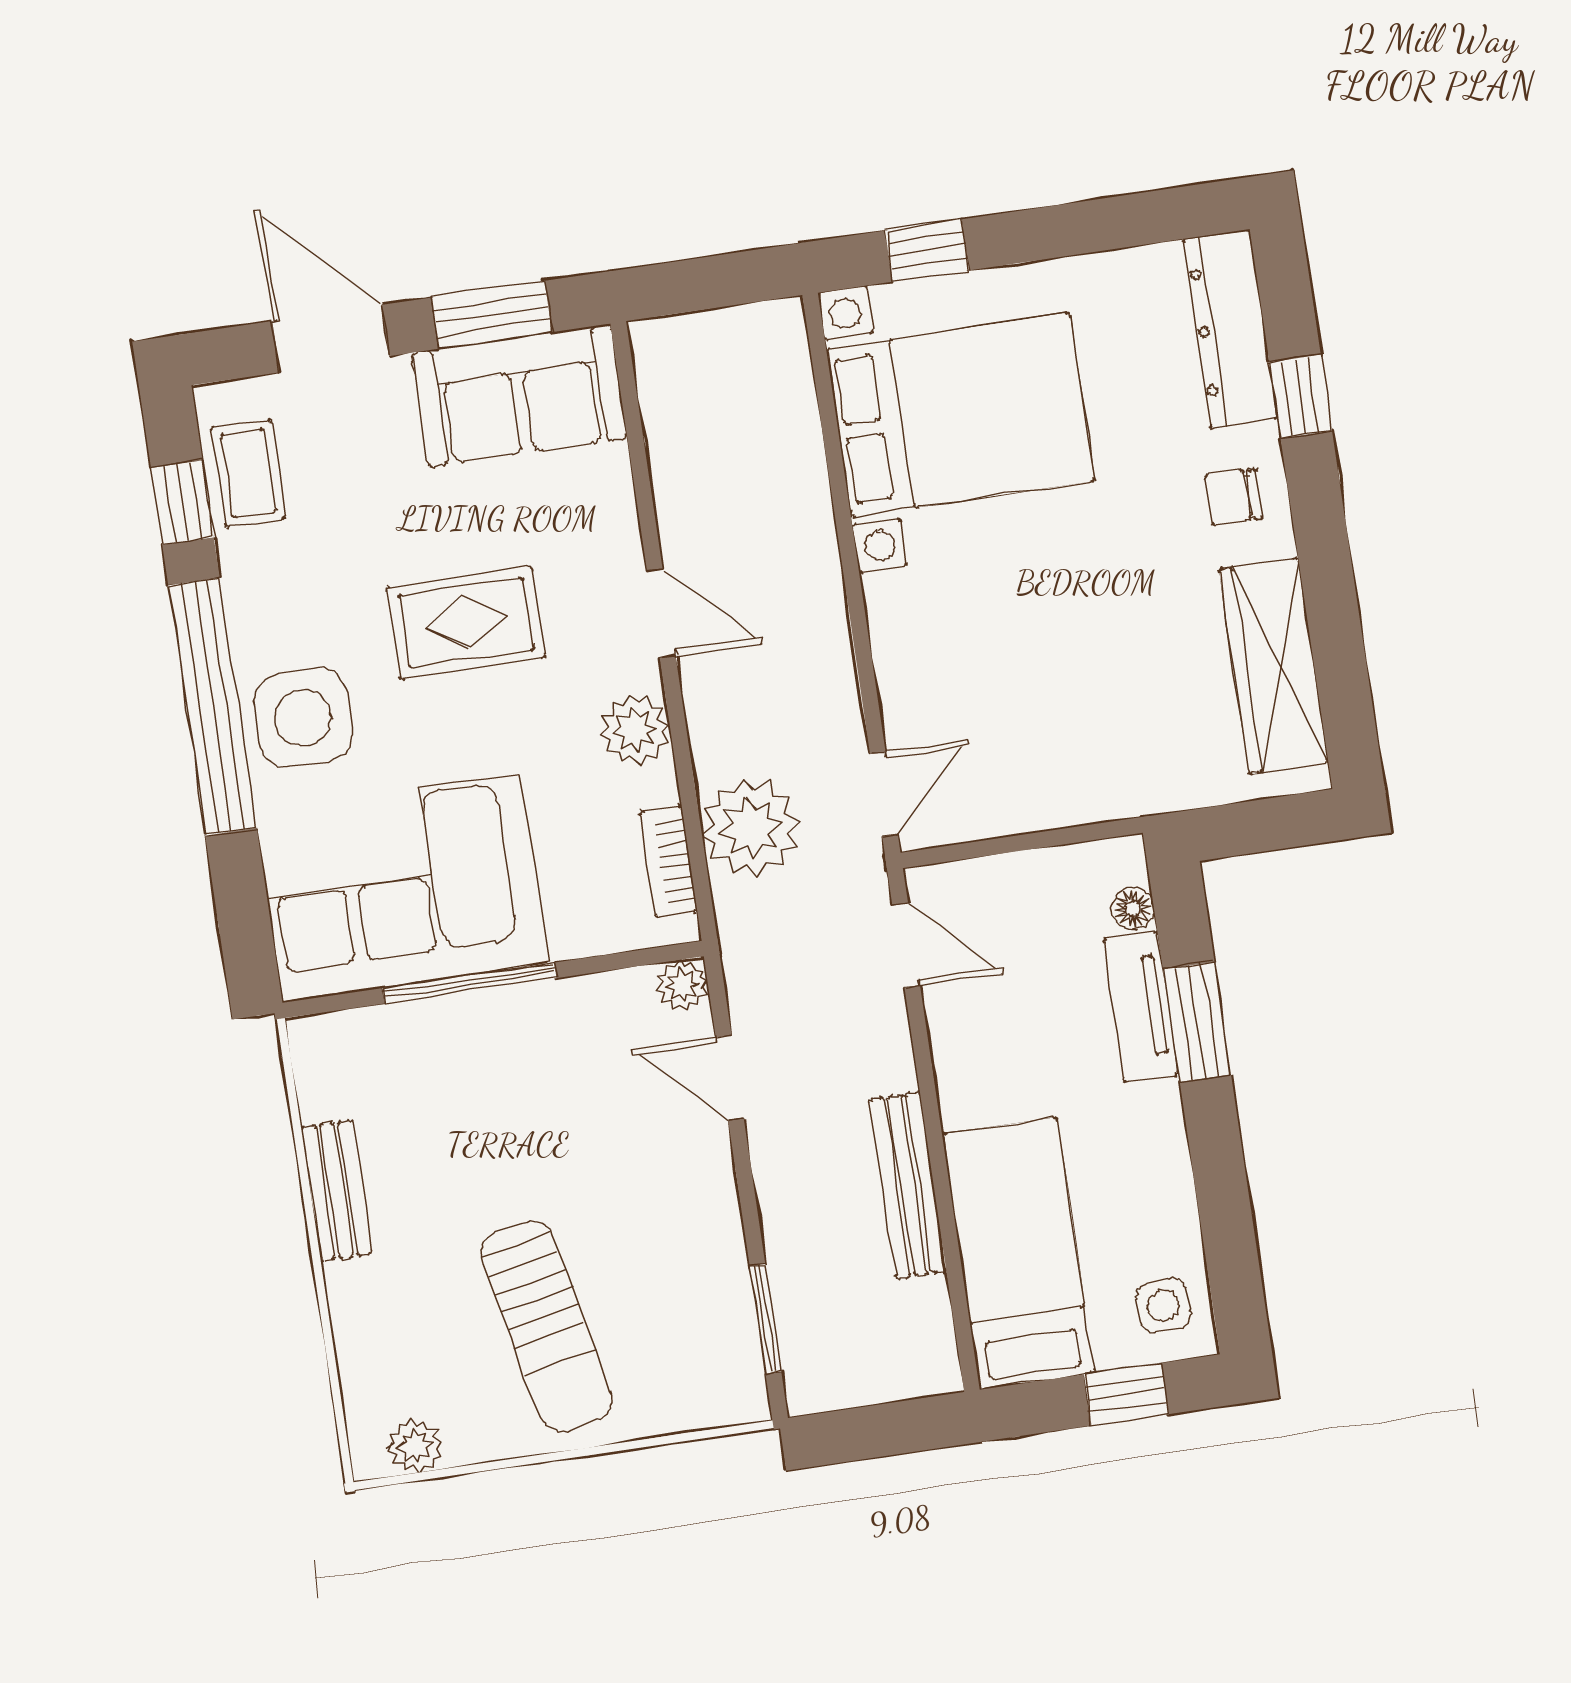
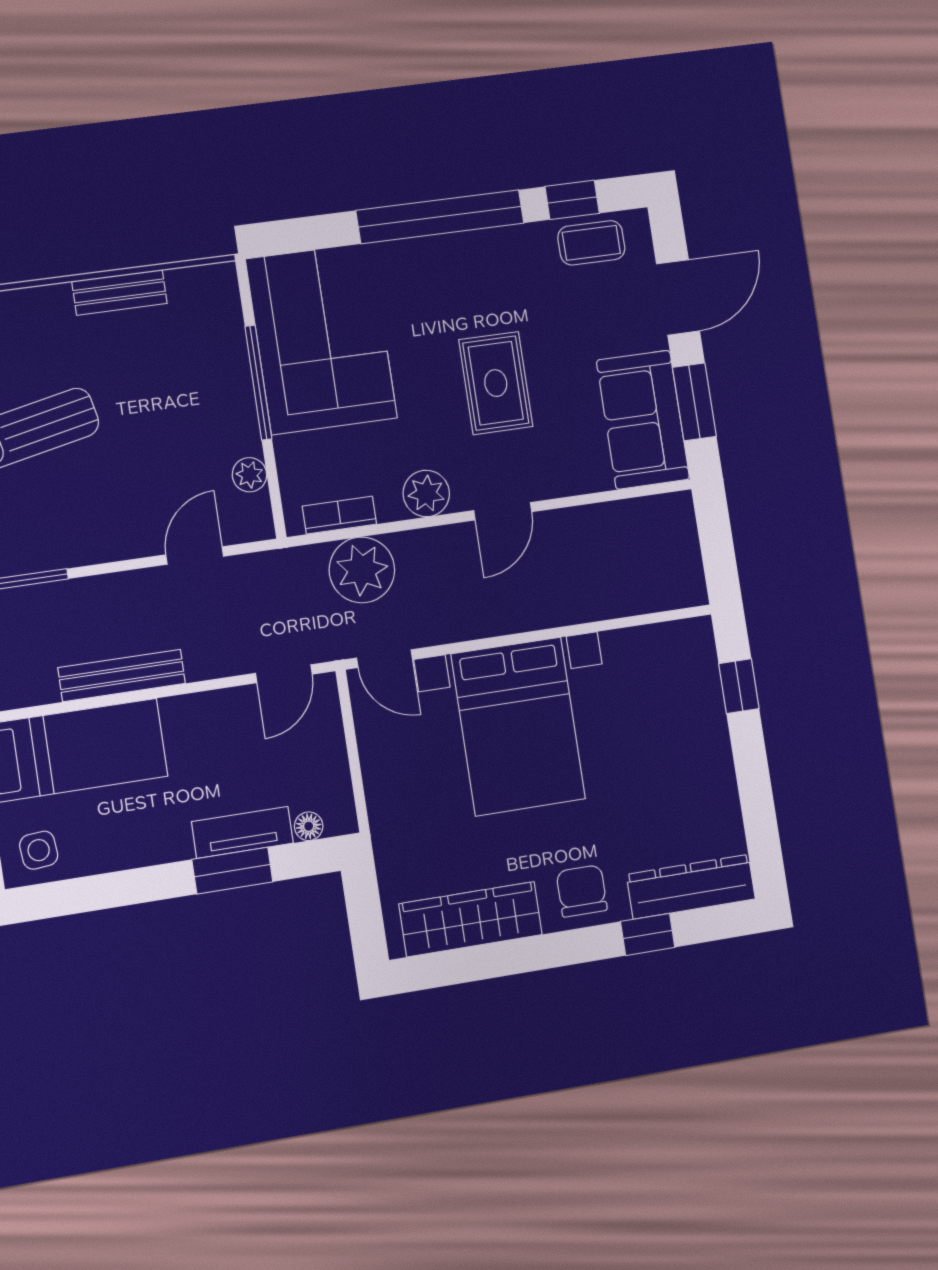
bed with nightstands: (960, 415) -> (518, 726), moved
chair: (1234, 497) -> (582, 891), width x1.37, depth x1.37
side table: (303, 718) -> (433, 276), removed
plant: (682, 985) -> (249, 475), moved

